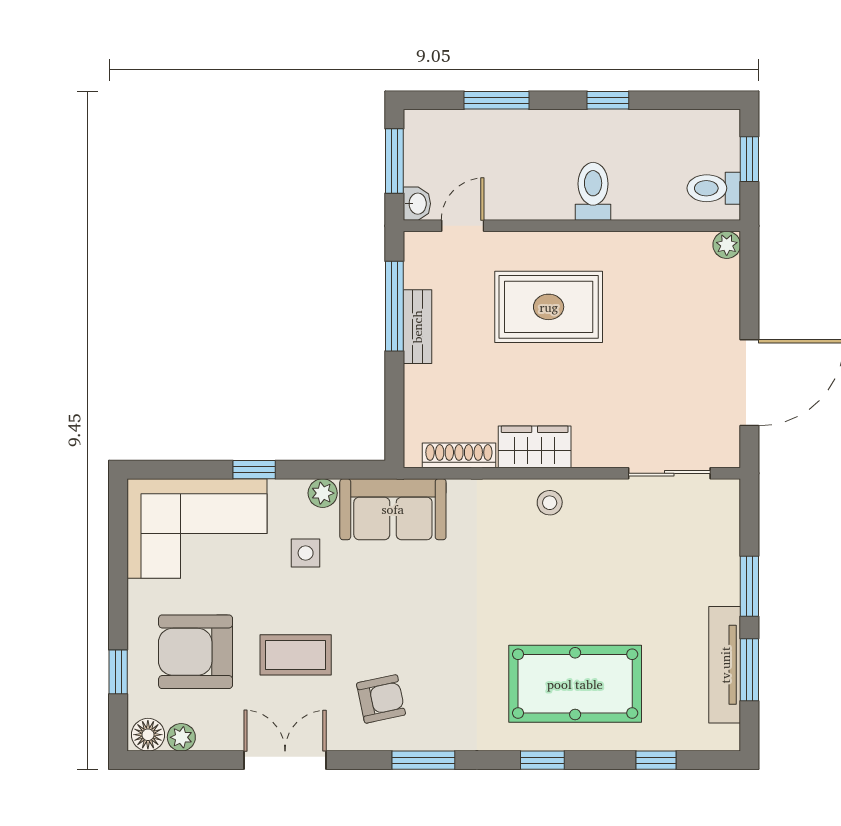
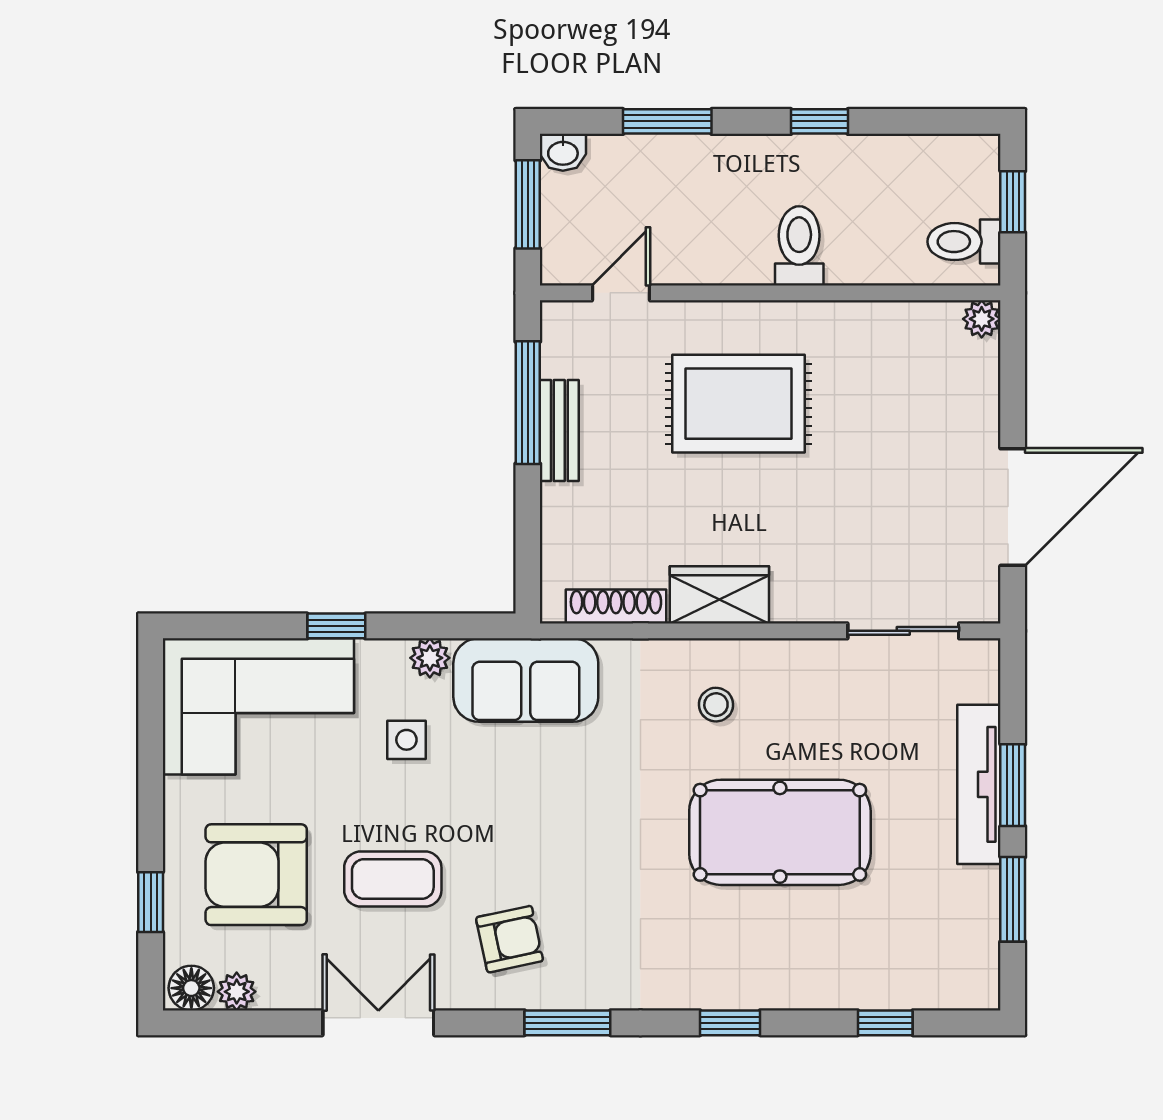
washbasin: (417, 204) -> (563, 152), moved, turned 90
stool: (550, 503) -> (716, 705), moved
tv unit: (725, 665) -> (979, 784), moved
pool table: (575, 684) -> (780, 832), moved

